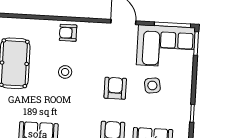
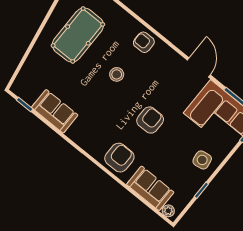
side table: (152, 85) -> (202, 160), moved

